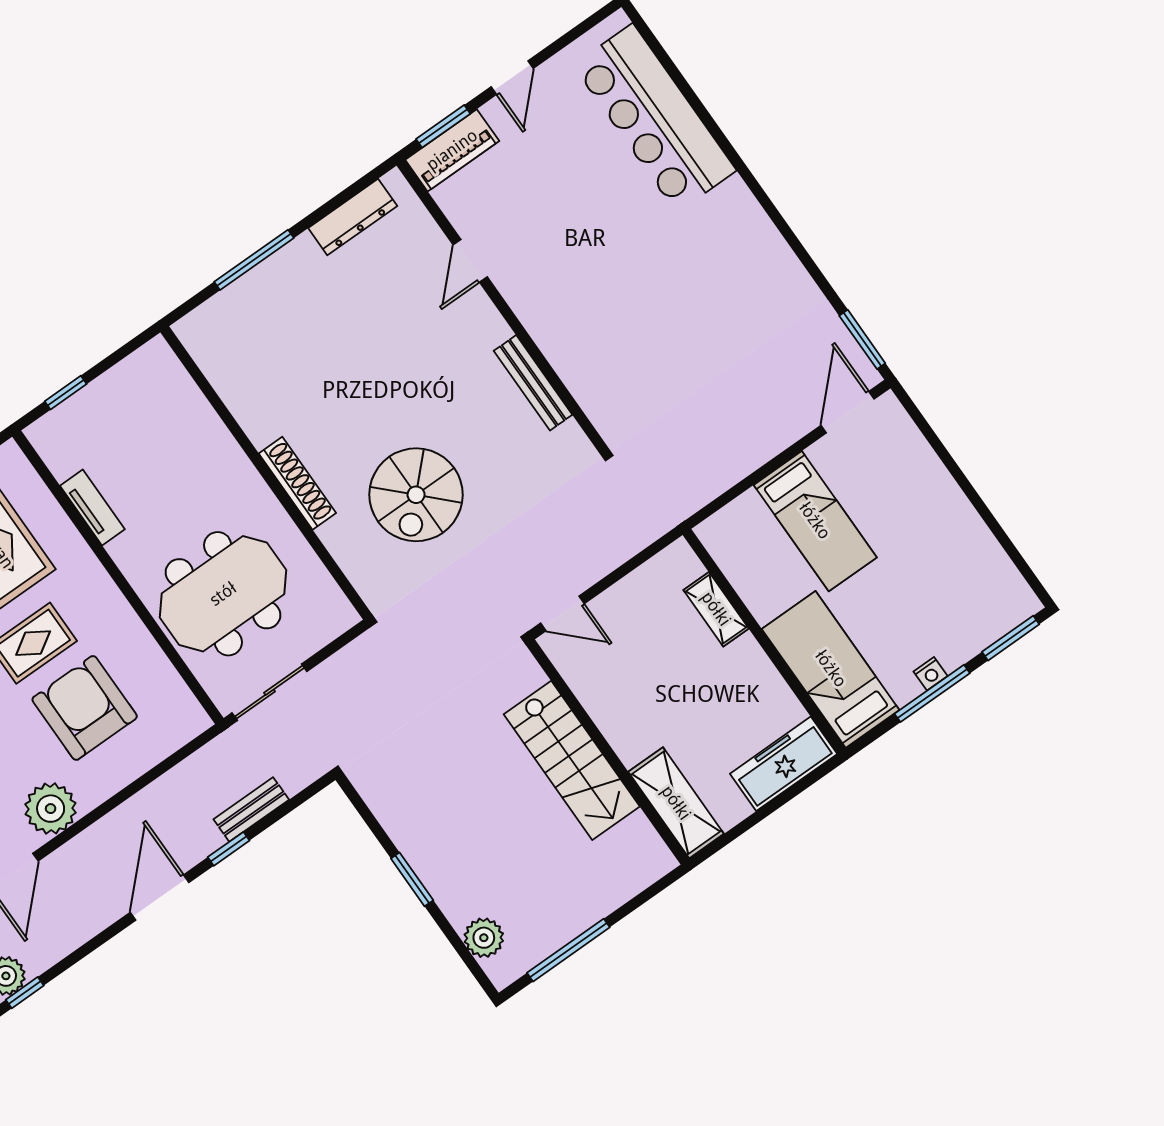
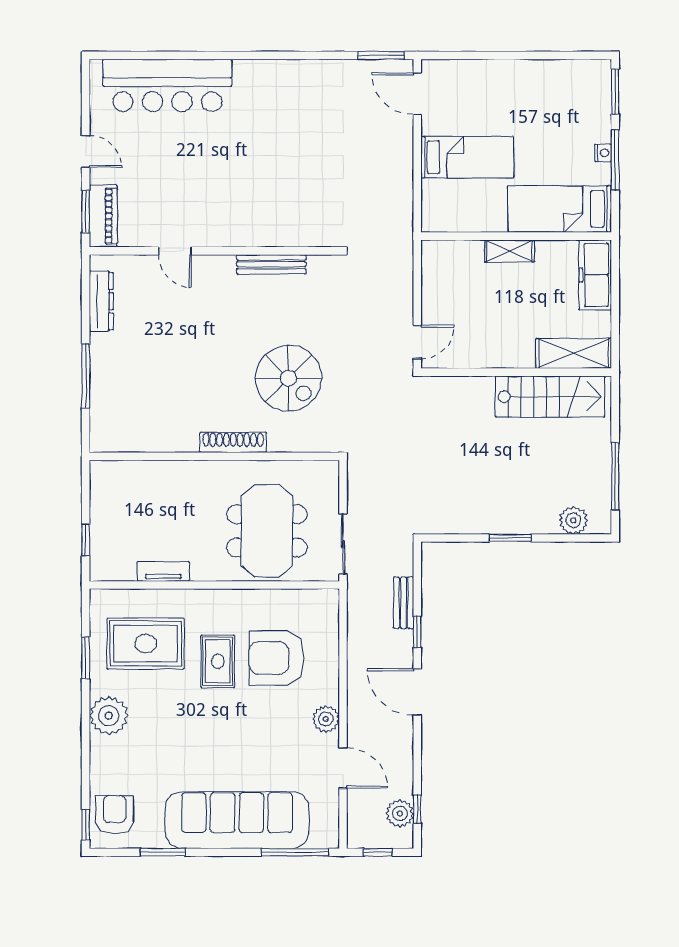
shelving: (716, 609) -> (509, 251), moved
stairs: (572, 760) -> (550, 397), moved
plant: (51, 809) -> (326, 719), width x0.73, depth x0.73

